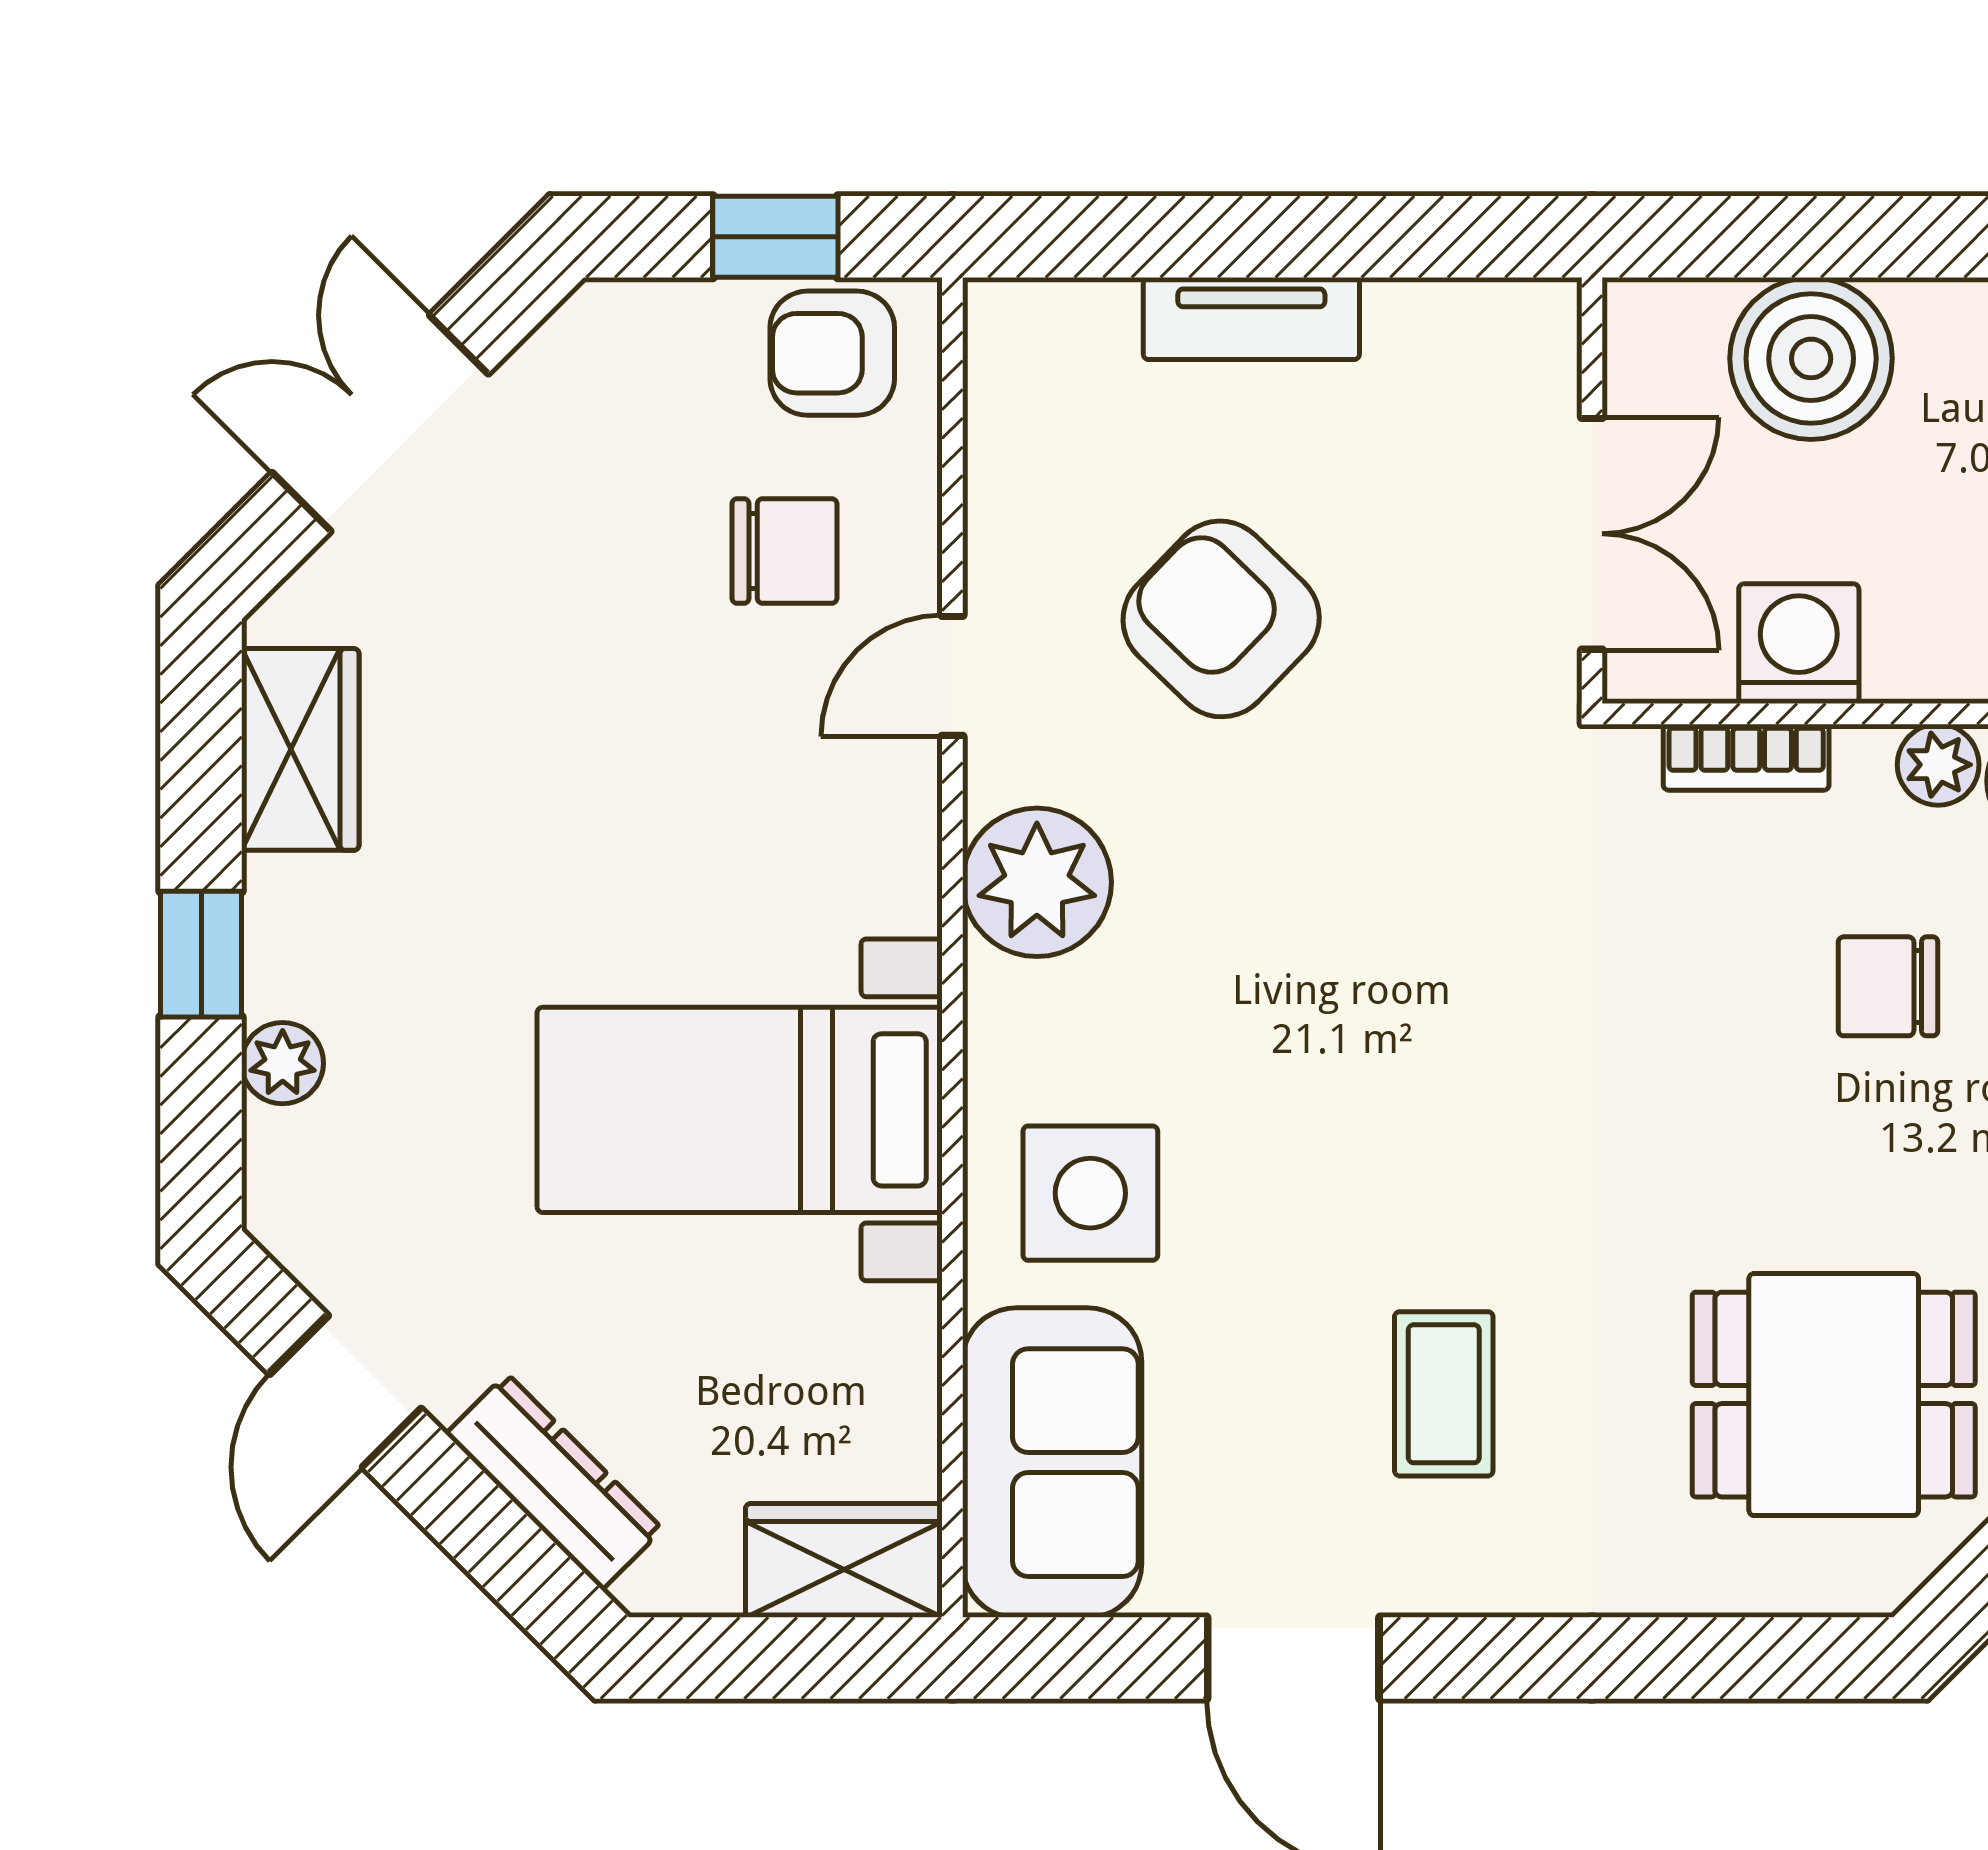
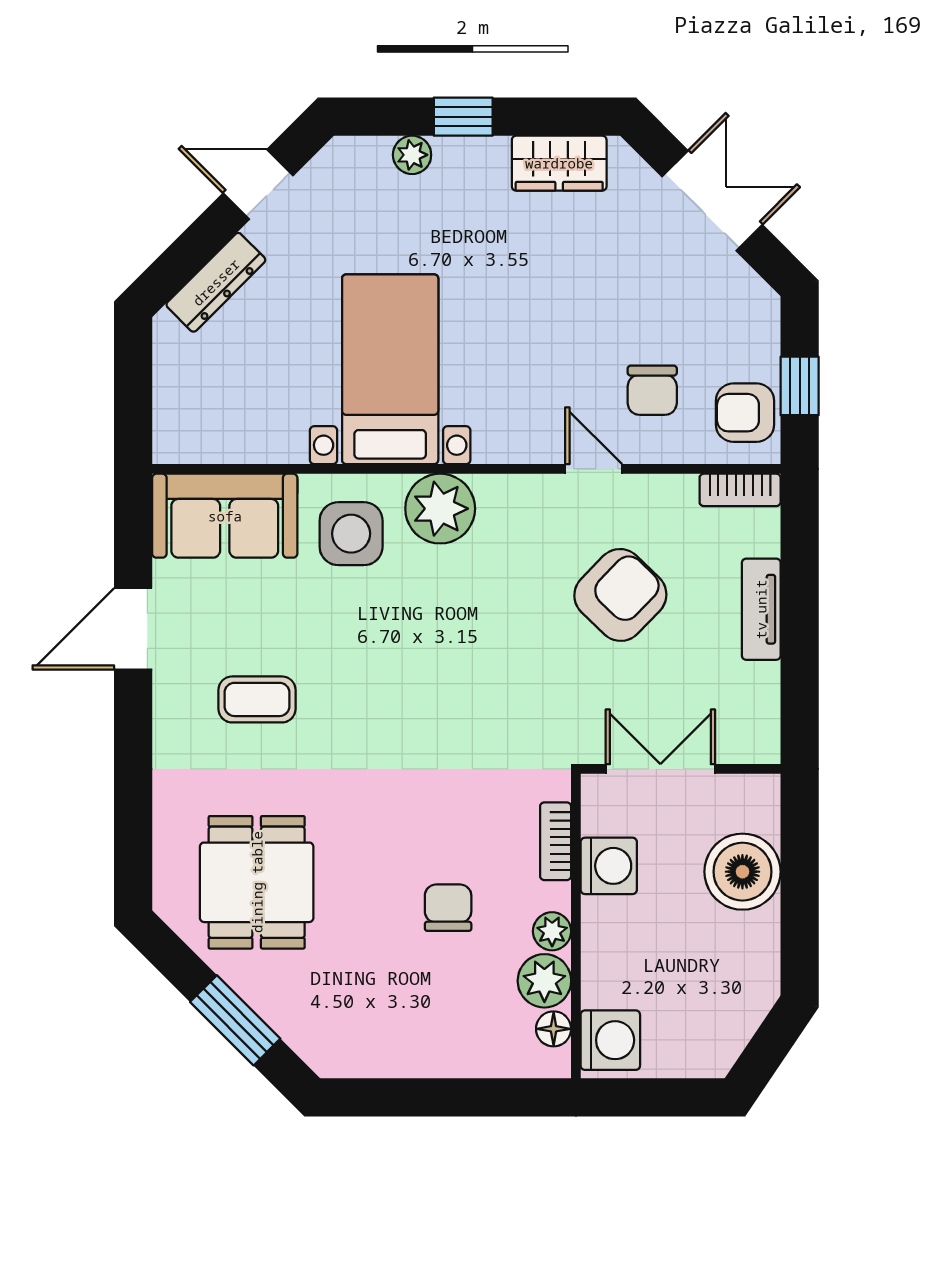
armchair: (832, 353) -> (745, 413), turned -90
bookcase: (997, 364) -> (740, 490), added
double door: (1592, 534) -> (660, 769), swing flipped
plant: (1037, 882) -> (440, 509), moved
wardrobe: (844, 1560) -> (179, 418), removed

